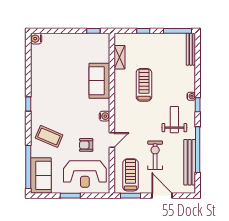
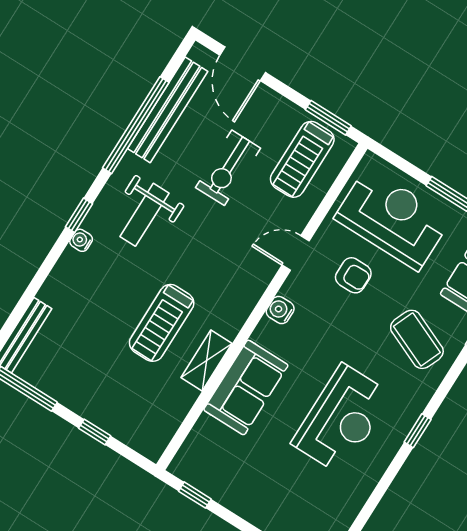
shelving: (119, 57) -> (207, 361), moved
reception desk: (58, 91) -> (342, 419), added
door: (162, 196) -> (243, 64), moved

